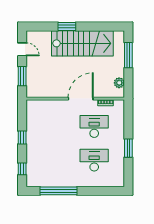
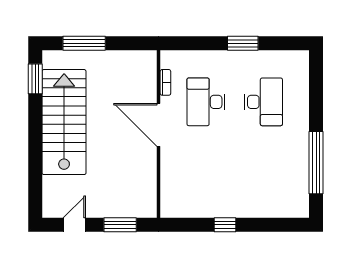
window: (67, 26) -> (35, 79), moved
plant: (119, 83) -> (131, 59), removed
desk: (94, 160) -> (263, 102), turned 180
window: (22, 169) -> (278, 225), removed

